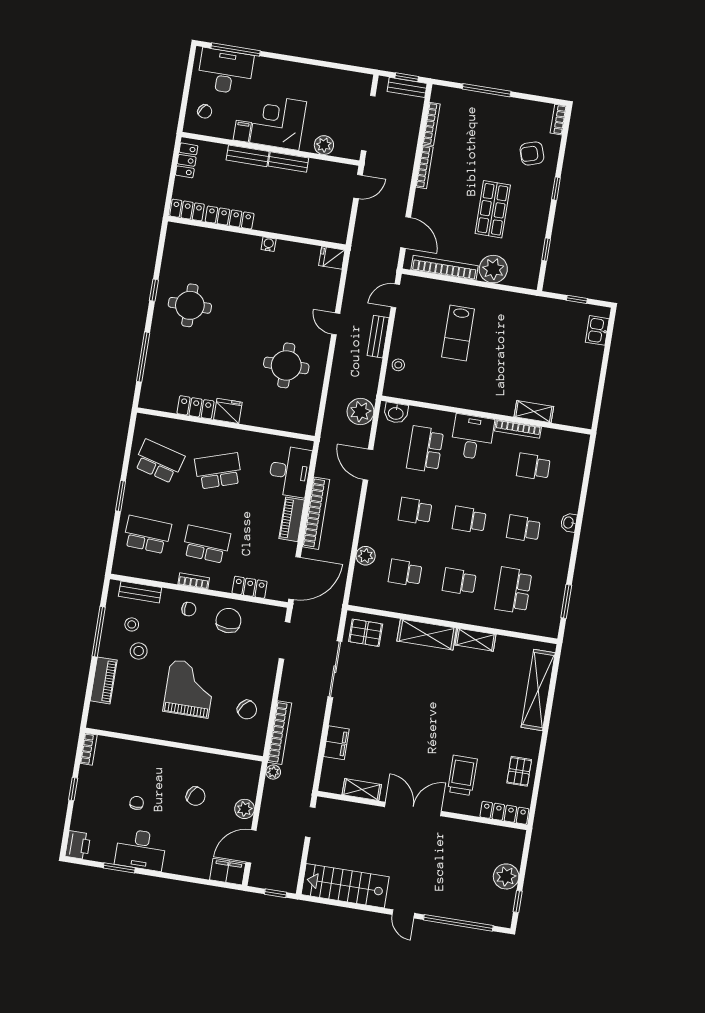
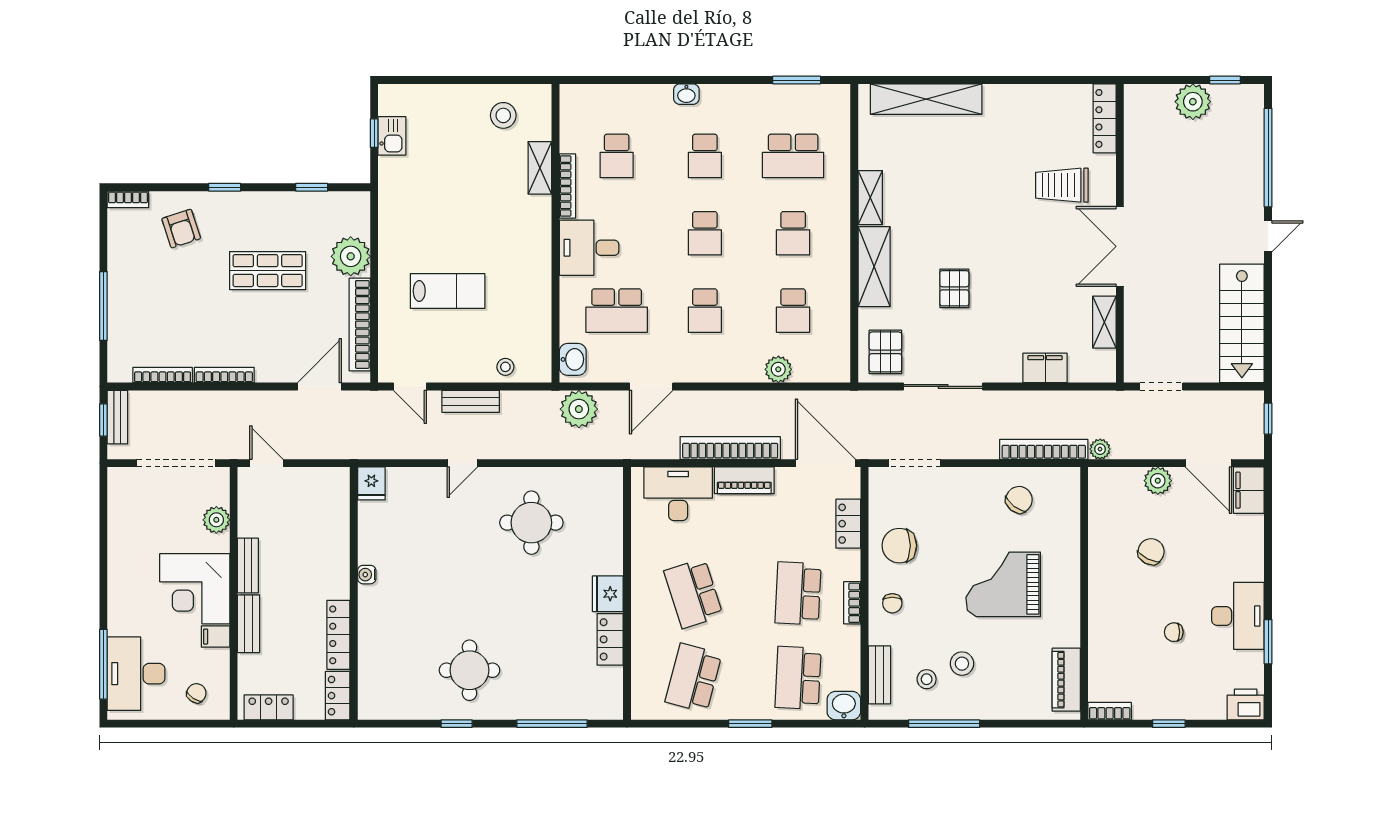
kitchen sink: (597, 330) -> (392, 136), moved, turned -90
stool: (575, 392) -> (503, 115), added
washbasin: (123, 564) -> (844, 706), added
chair: (189, 609) -> (892, 603), turned 180
piano: (104, 680) -> (1066, 680), moved, turned -90
pallet: (519, 771) -> (954, 288), moved, turned 90

